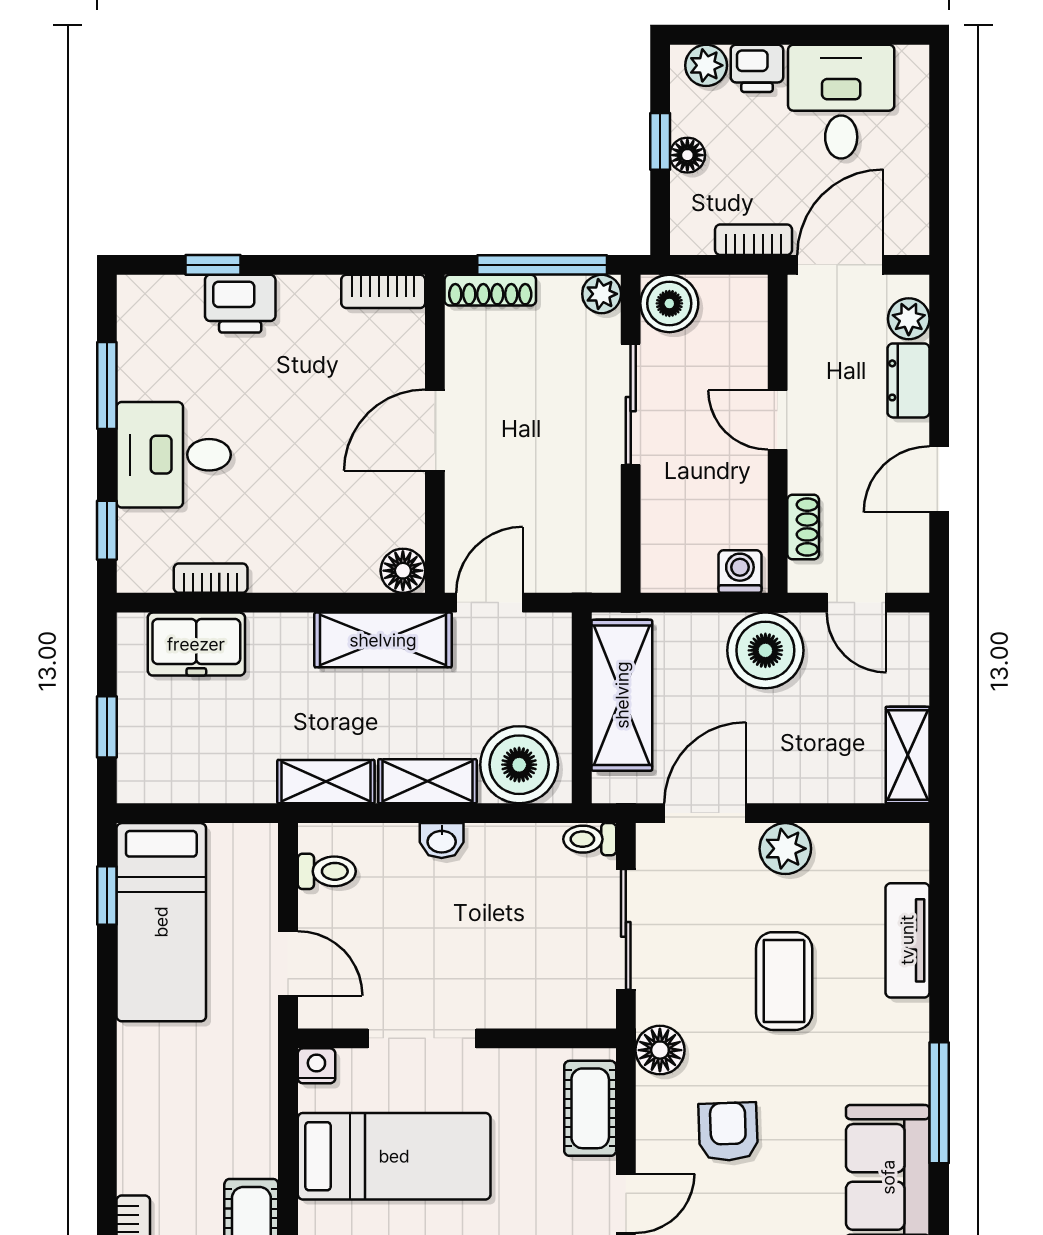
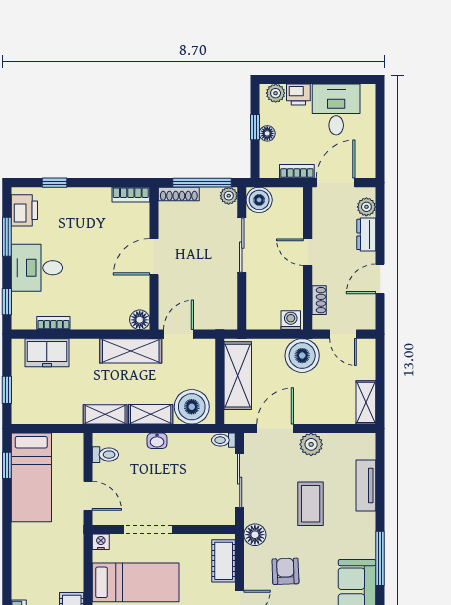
printer: (240, 304) -> (24, 210), moved, turned -90

